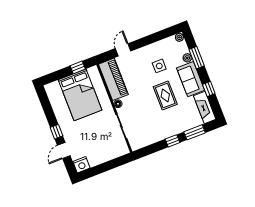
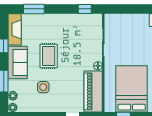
plant: (187, 58) -> (13, 96), moved
window: (172, 141) -> (85, 9), moved

